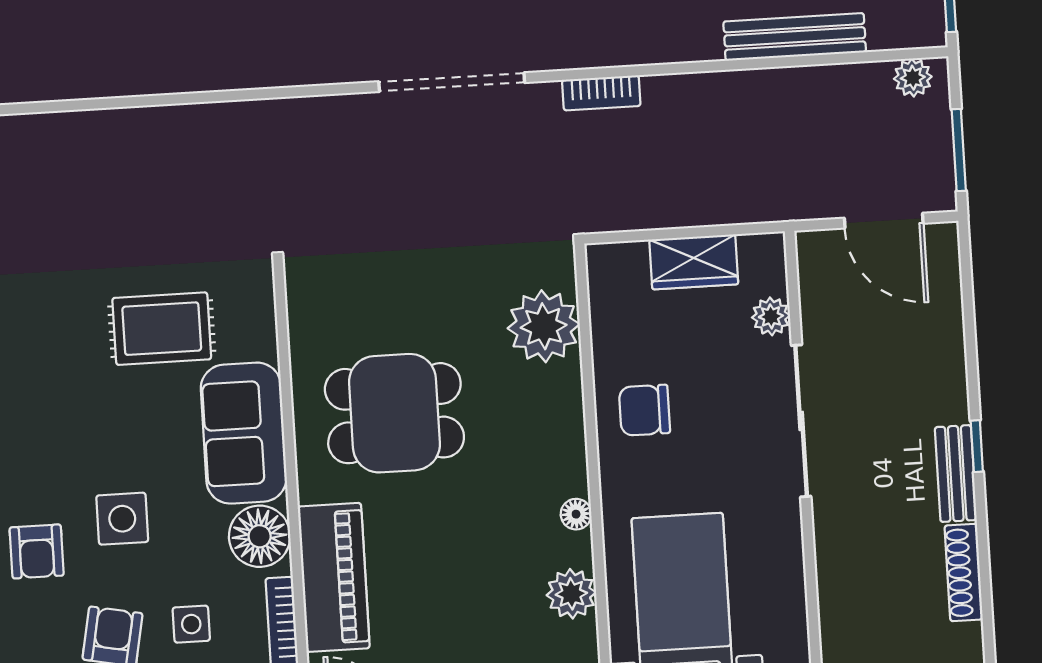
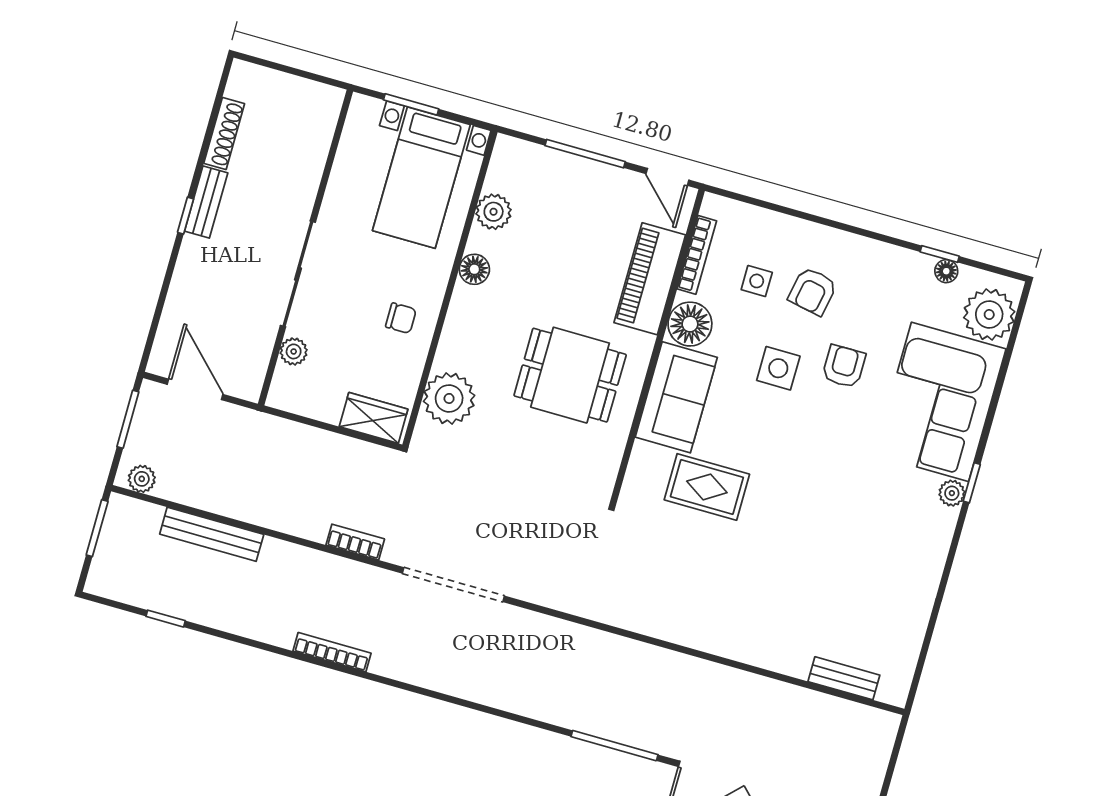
wardrobe: (694, 262) -> (374, 418), moved
chair: (644, 410) -> (401, 318), width x0.73, depth x0.73
floor lamp: (576, 514) -> (474, 269), width x1.37, depth x1.37

